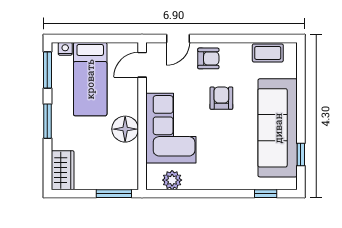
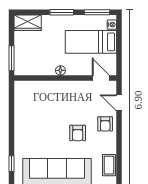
armchair: (221, 98) -> (78, 133), turned 90
corner sofa: (171, 128) -> (57, 98), removed
floor lamp: (125, 129) -> (60, 70), width x0.53, depth x0.53
plant: (172, 180) -> (21, 99), removed

